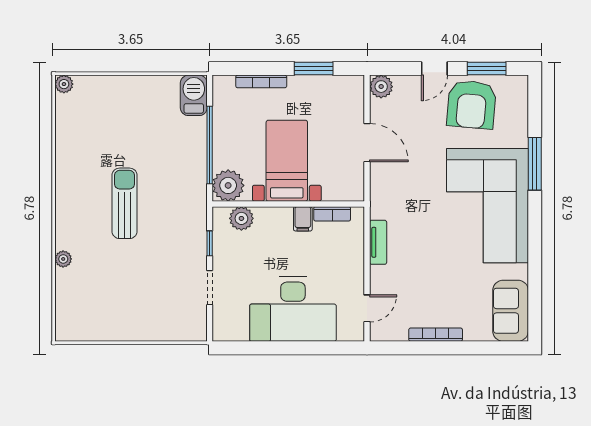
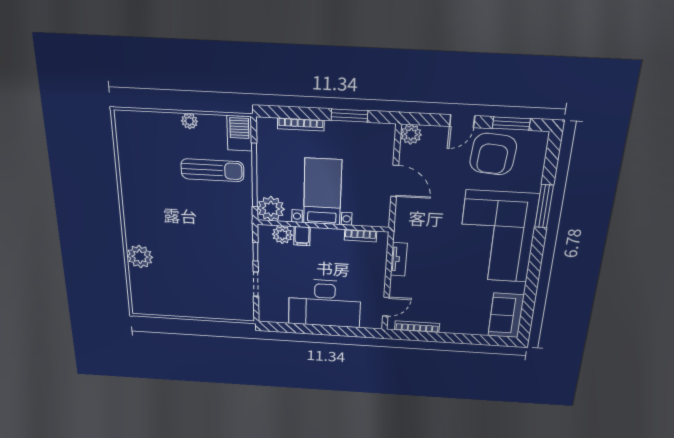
plant: (64, 84) -> (189, 121), moved
sun lounger: (125, 203) -> (212, 170), moved, turned 90
filing cabinet: (303, 219) -> (302, 236), moved
plant: (63, 259) -> (140, 257), width x1.87, depth x1.87
bookcase: (436, 335) -> (417, 327), moved

